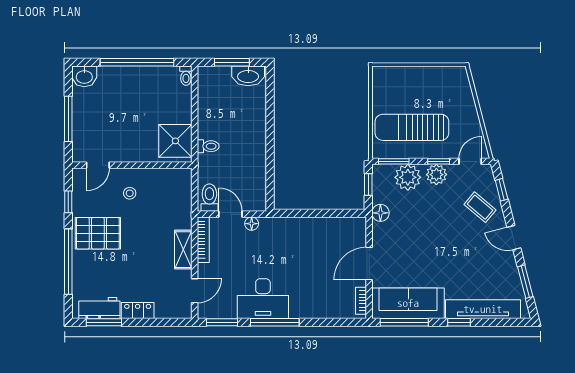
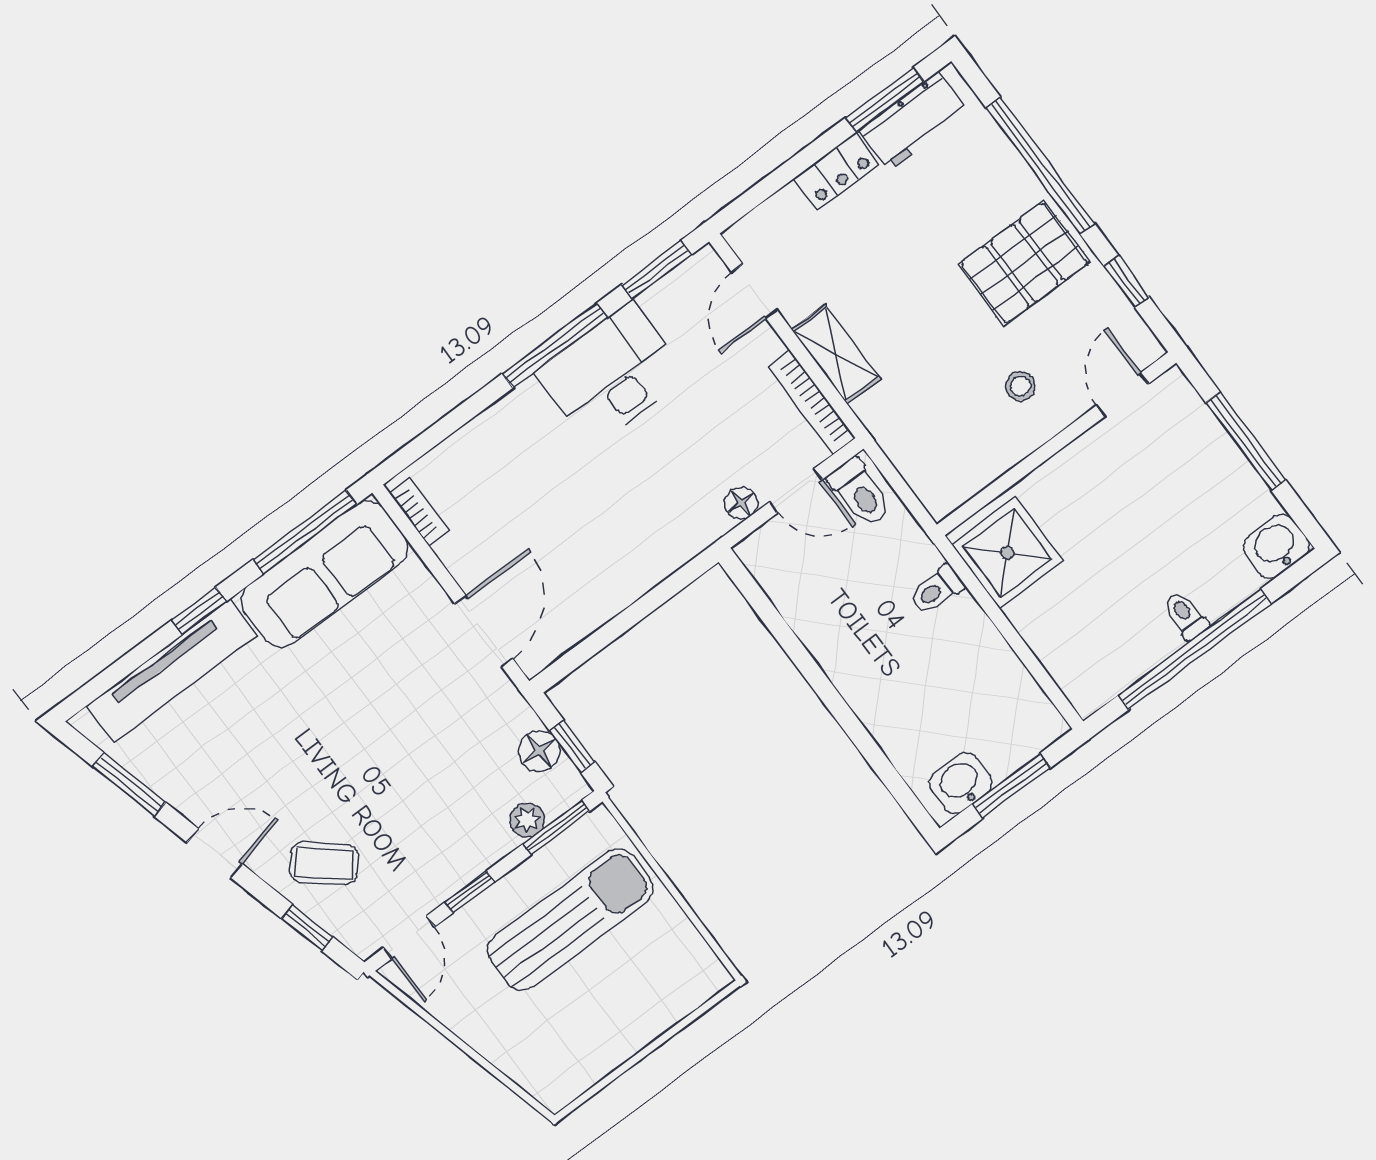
toilet: (186, 76) -> (1186, 616), moved
washbasin: (248, 76) -> (961, 783), width x0.72
plant: (436, 175) -> (455, 864), removed
plant: (408, 177) -> (527, 820), width x0.53, depth x0.53
floor lamp: (380, 213) -> (539, 751), moved
door: (369, 264) -> (484, 631), moved

